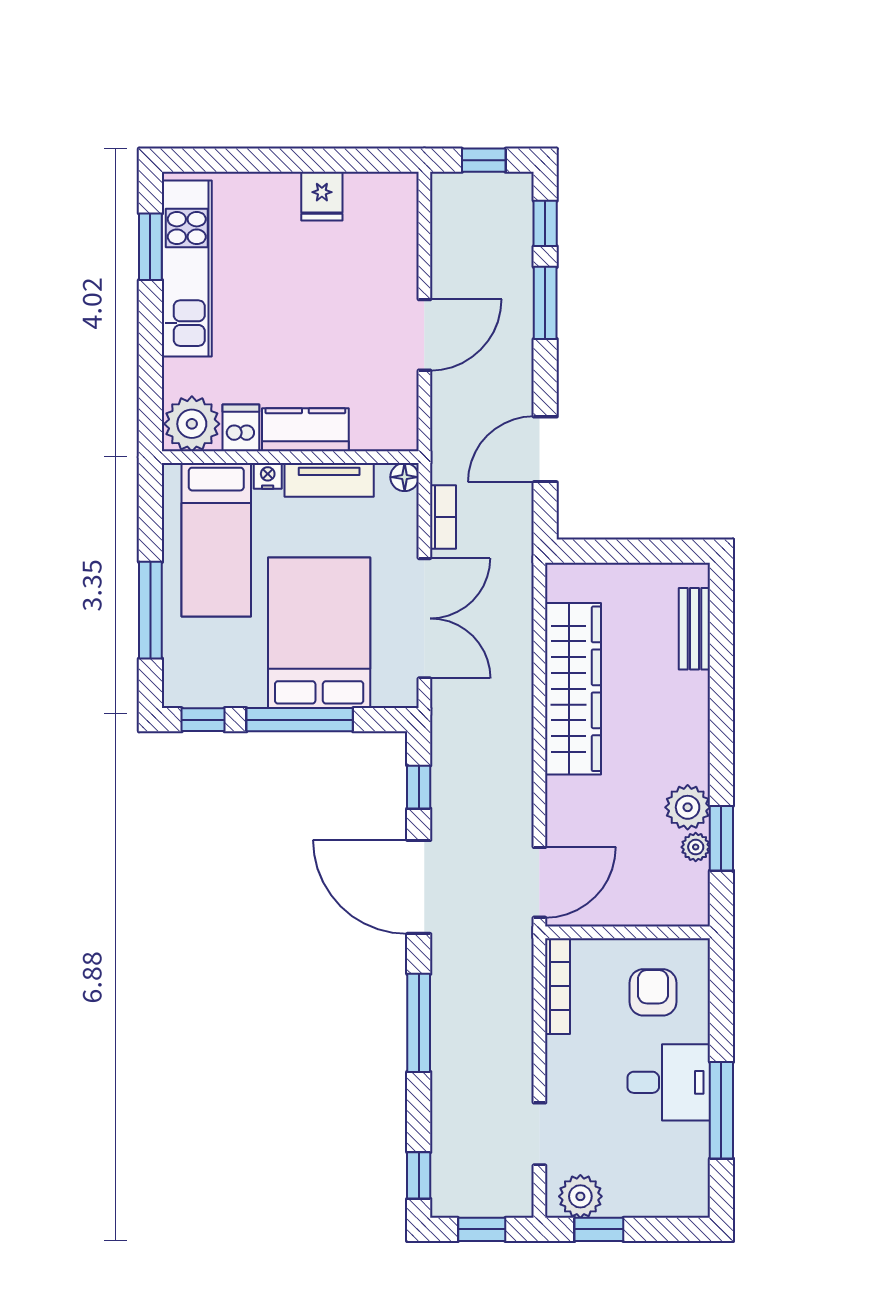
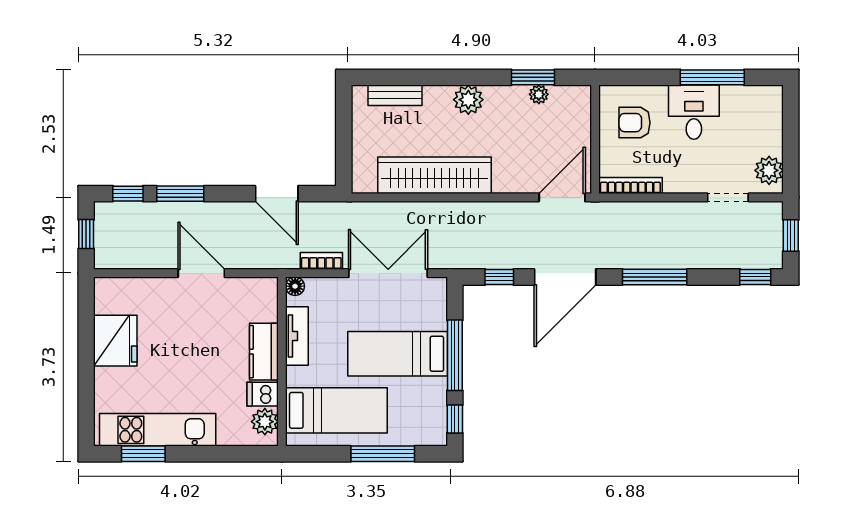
fridge: (322, 196) -> (115, 341), width x1.88, depth x1.34
plant: (192, 424) -> (265, 422), width x0.73, depth x0.73
nightstand: (268, 476) -> (294, 376), removed
bed: (319, 633) -> (398, 354), width x0.67
plant: (688, 807) -> (468, 100), moved
door: (539, 882) -> (562, 197), hinge flipped
window: (599, 1229) -> (791, 158), removed

